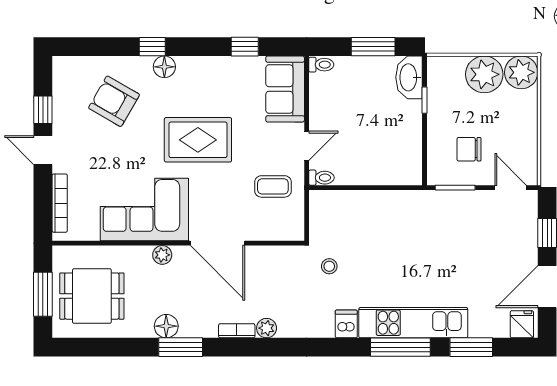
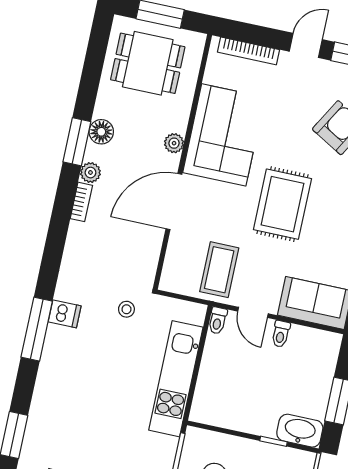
toilet: (321, 65) -> (281, 334), moved
coffee table: (273, 186) -> (219, 270), width x1.36, depth x1.30
dining table: (92, 296) -> (148, 63), turned 90
kitchen unit: (413, 323) -> (176, 379), moved, turned 180
plant: (267, 328) -> (90, 173), moved
window: (400, 347) -> (37, 329), moved

